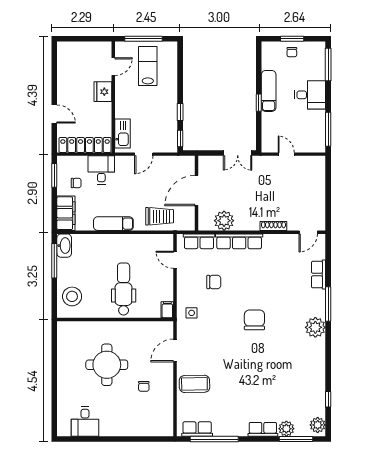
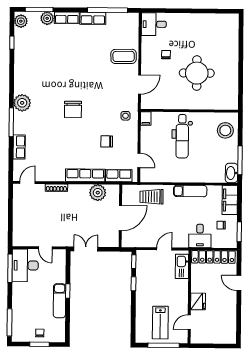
desk: (310, 95) -> (25, 265), moved, width x1.37
desk: (85, 422) -> (154, 24), moved, turned -90
row of seats: (197, 429) -> (93, 18), moved

